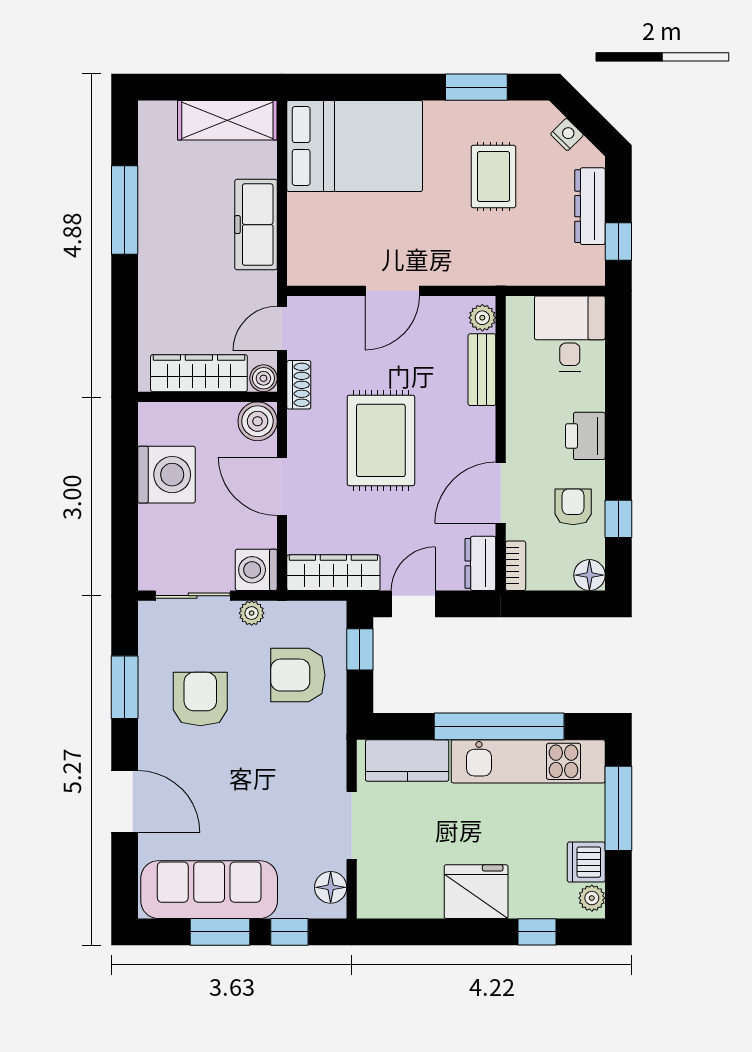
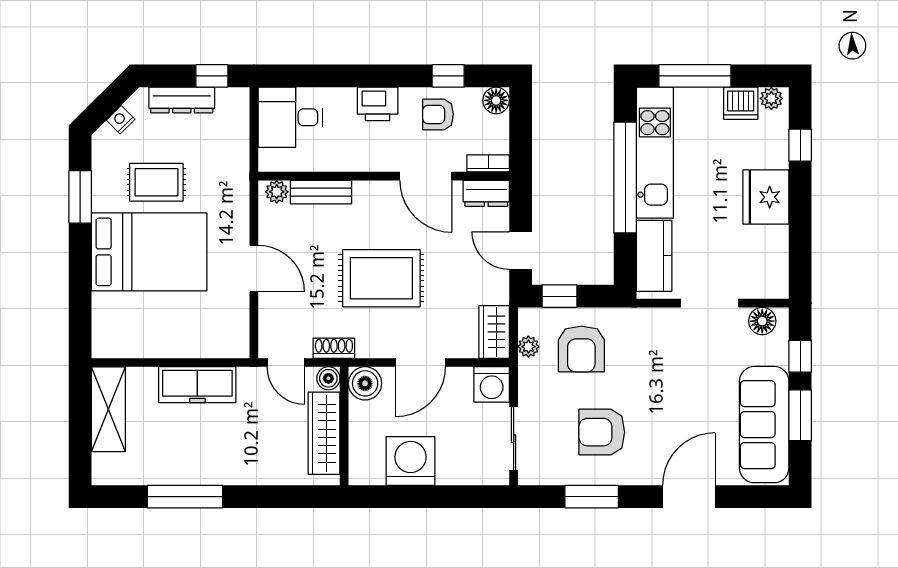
bed: (355, 146) -> (149, 252), moved, turned 90
wardrobe: (333, 573) -> (494, 332), width x0.67
plant: (252, 613) -> (528, 347), moved

